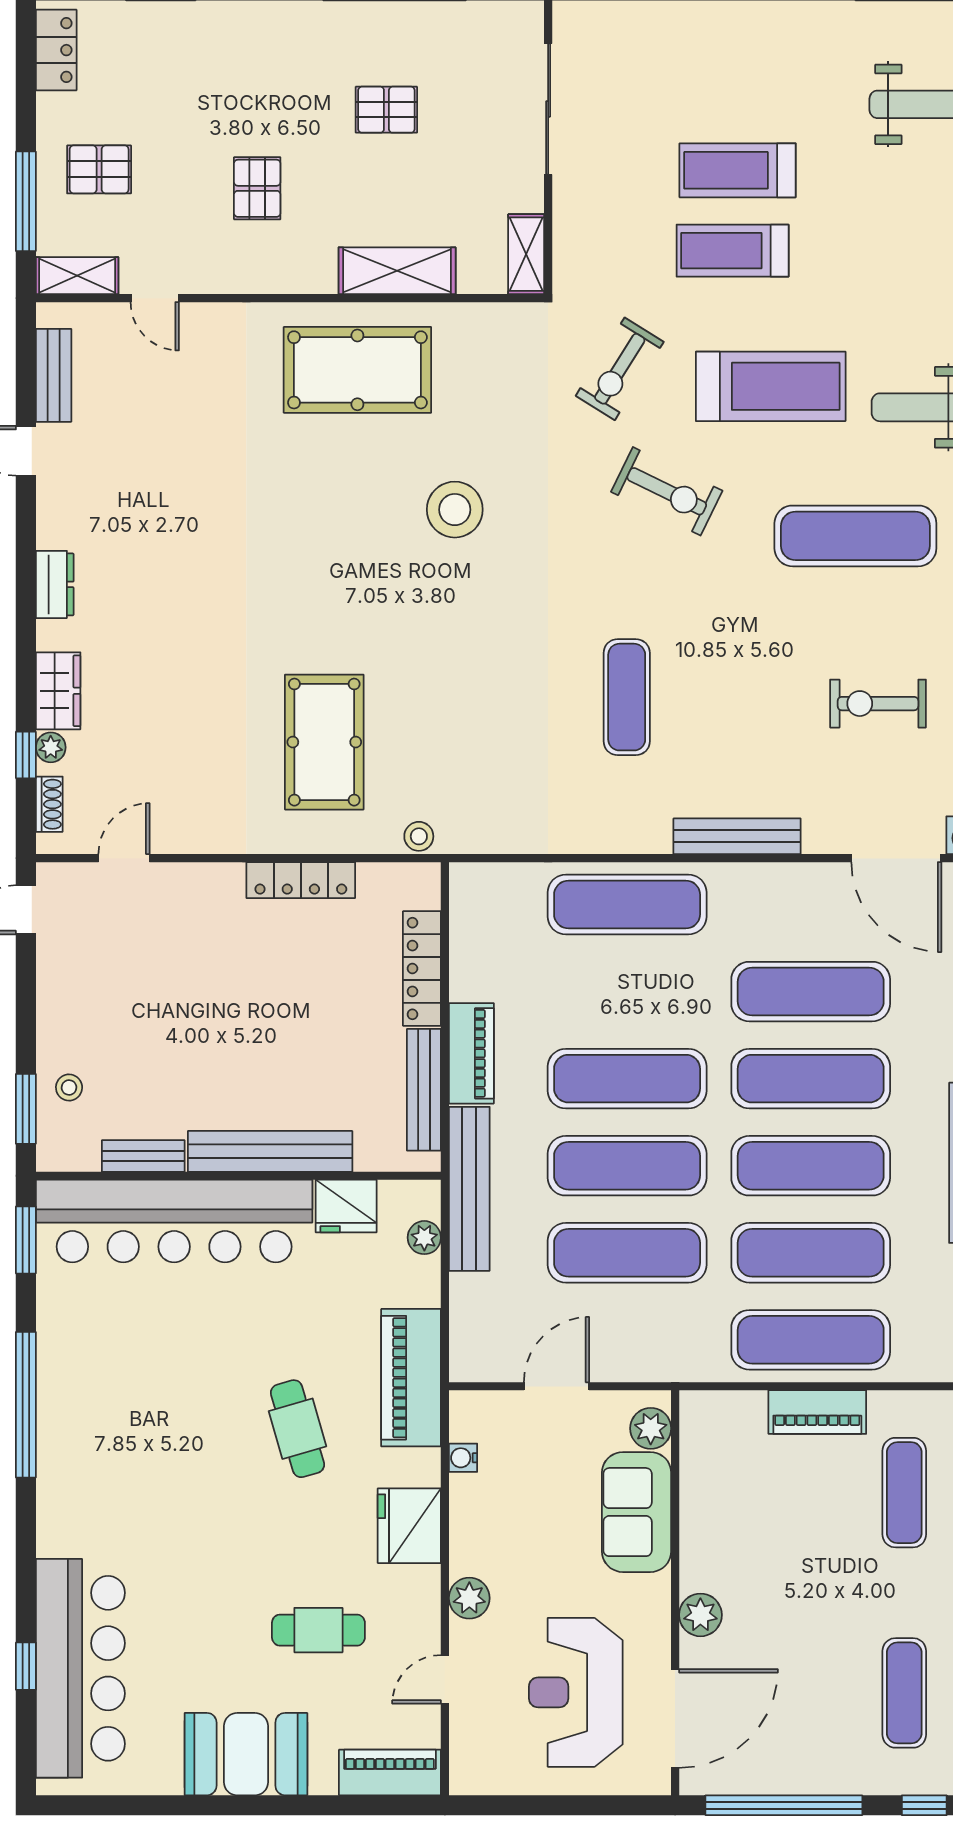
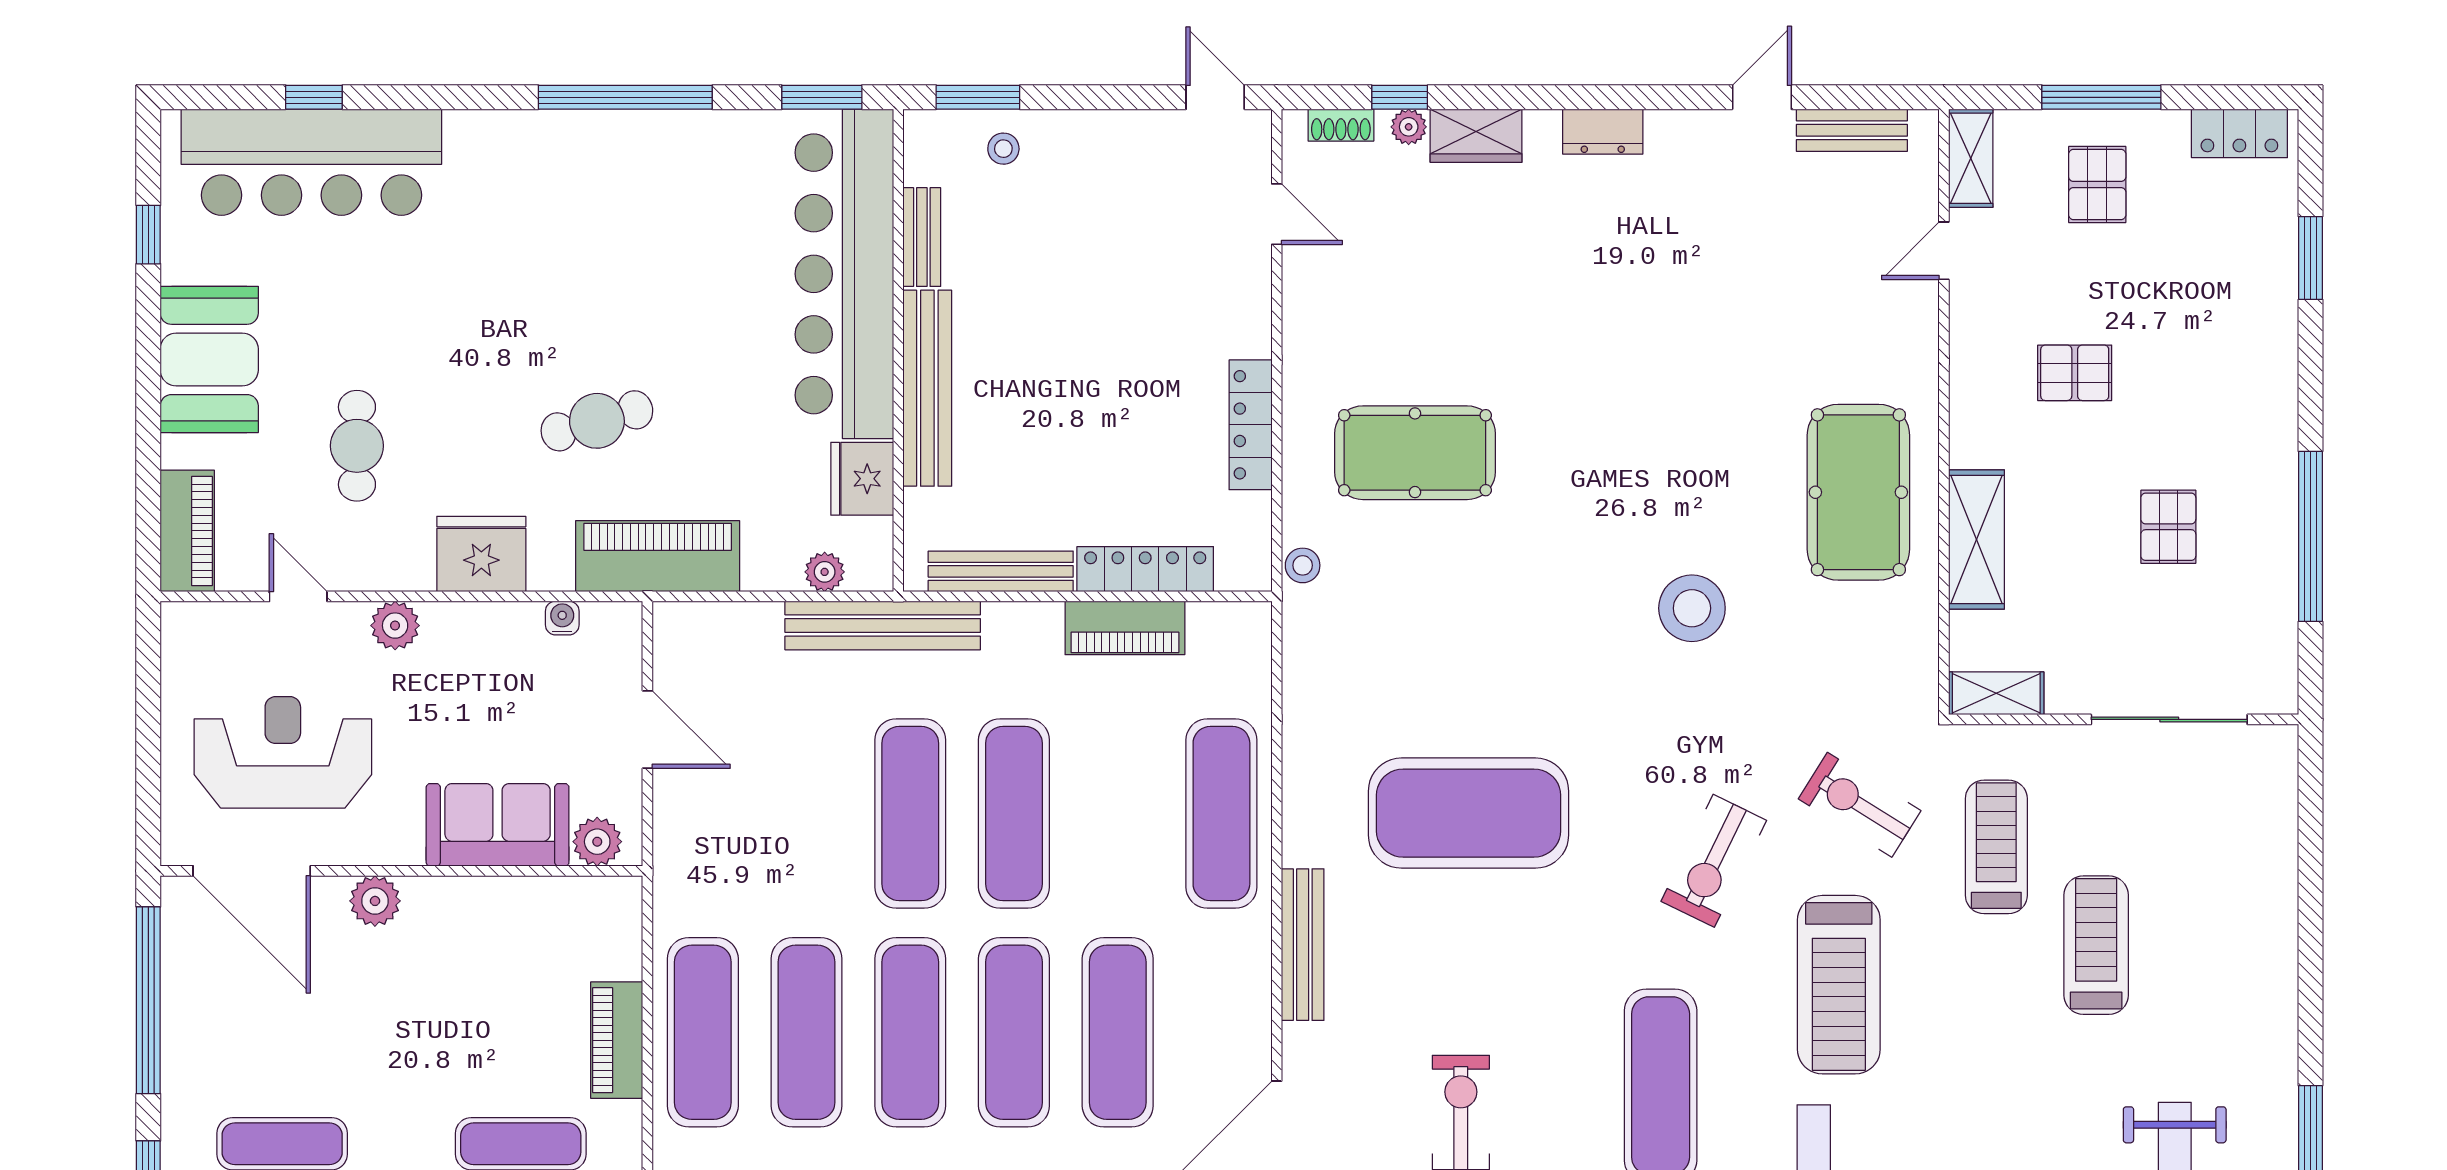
window: (26, 201) -> (2101, 97), moved
treadmill: (733, 251) -> (1996, 847), moved
exercise mat: (627, 697) -> (1469, 813), width x2.00, depth x1.45
piano: (471, 1053) -> (1125, 628), moved
exercise mat: (627, 1253) -> (807, 814), removed
window: (141, 1805) -> (148, 235), added

